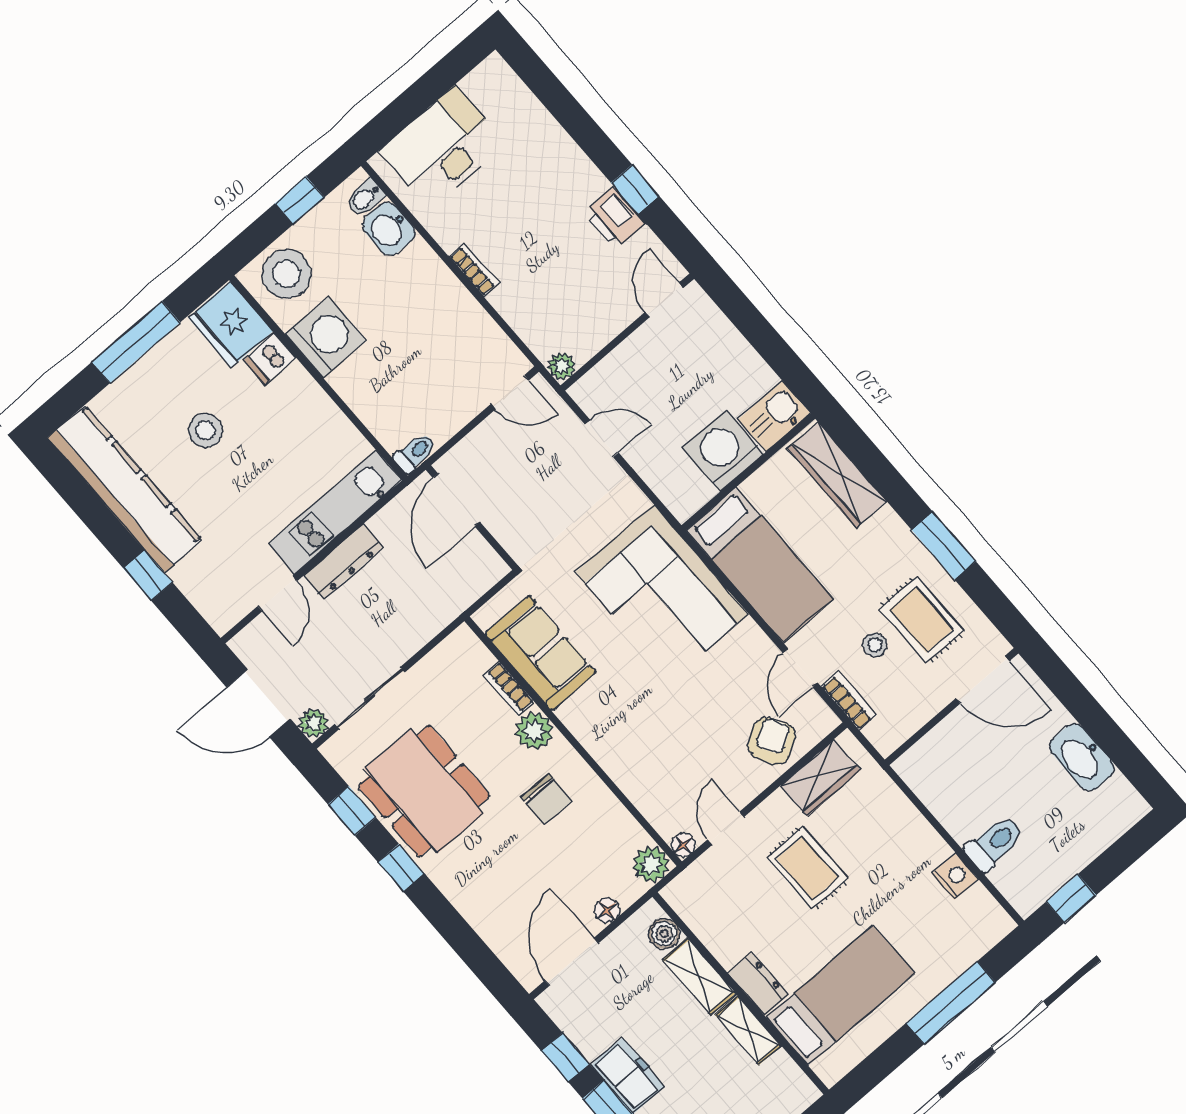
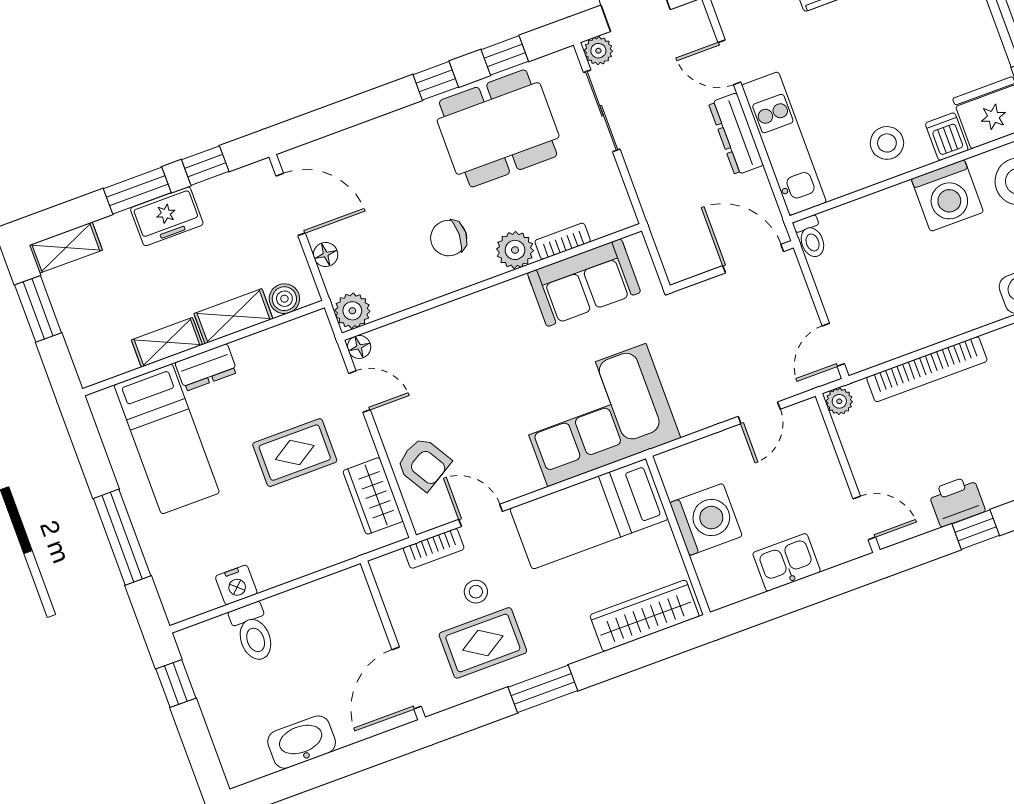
bookcase: (474, 270) -> (927, 369), width x2.31, depth x1.31
kitchen sink: (774, 416) -> (787, 562), moved, turned -90
stool: (206, 430) -> (887, 143), moved

